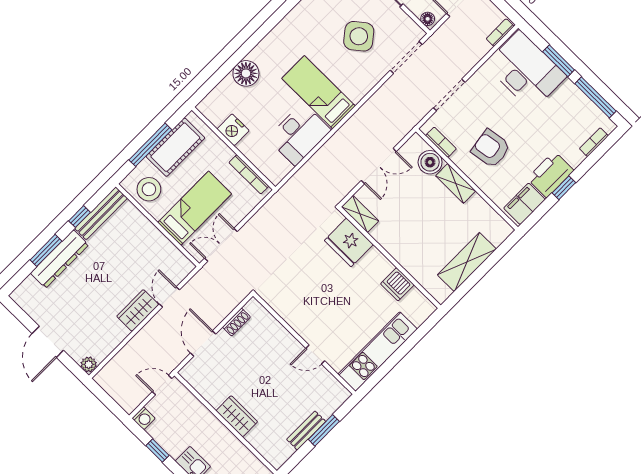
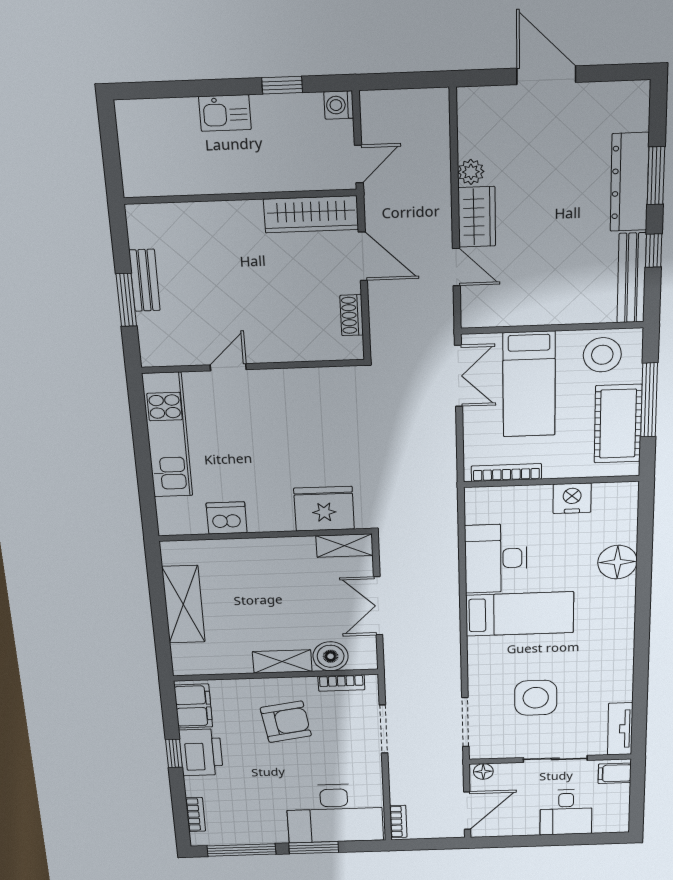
side table: (359, 36) -> (536, 698), turned 38
plant: (89, 364) -> (471, 172), moved
wardrobe: (237, 416) -> (311, 214), moved, width x1.50

